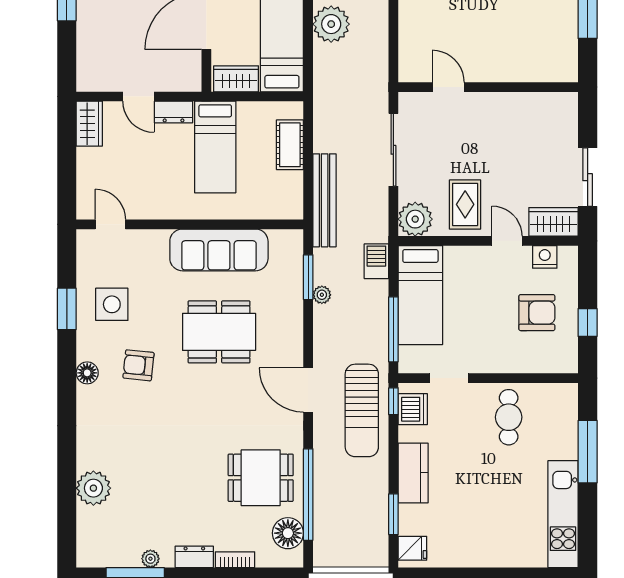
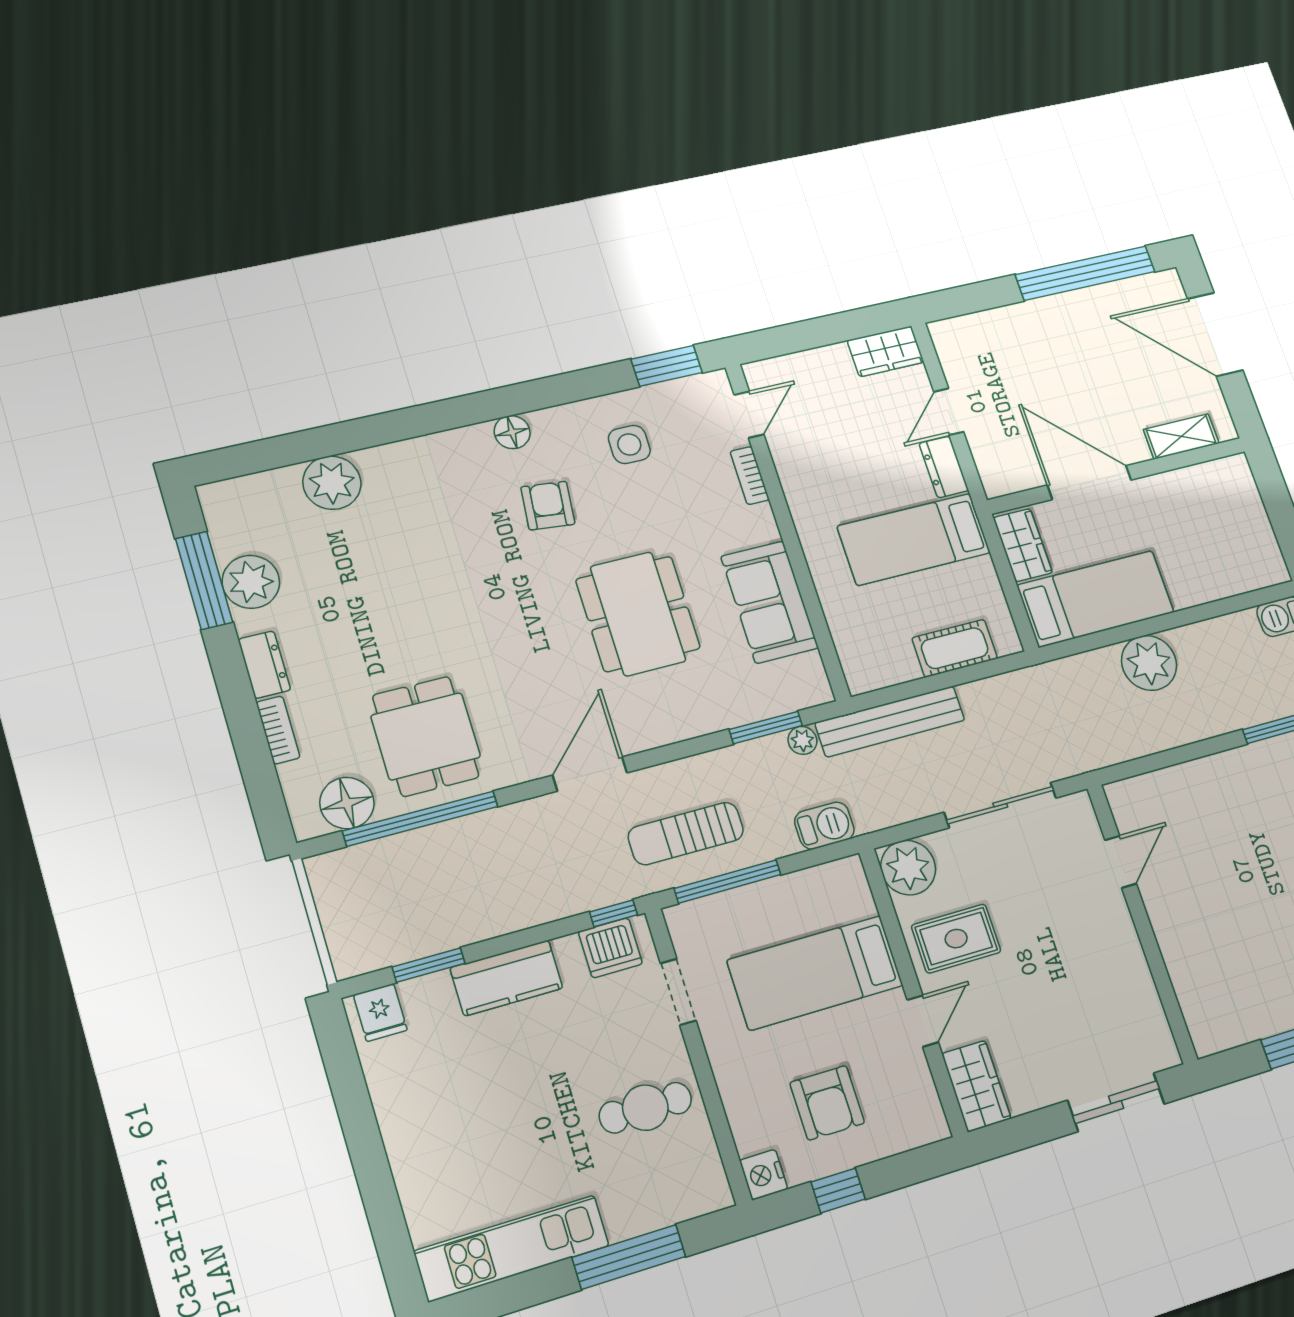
sliding door: (588, 177) -> (1116, 1102), moved
bookcase: (149, 236) -> (750, 476), added
sofa: (219, 250) -> (770, 602), width x0.73
nightstand: (545, 257) -> (764, 1175), moved, turned 180
plant: (322, 295) -> (802, 740), moved
bed: (420, 295) -> (815, 973), moved
side table: (112, 304) -> (629, 444), width x0.73, depth x0.73
window: (67, 309) -> (667, 366), moved
sun lounger: (362, 410) -> (686, 834), moved, width x0.73, depth x0.75
plant: (150, 559) -> (251, 582), width x1.87, depth x1.87

